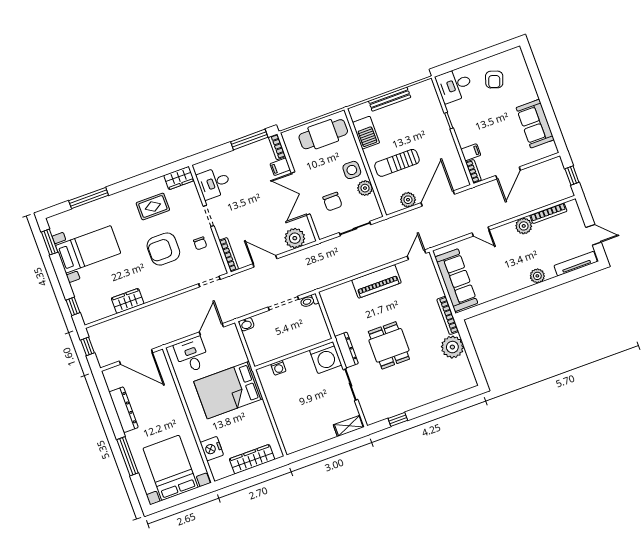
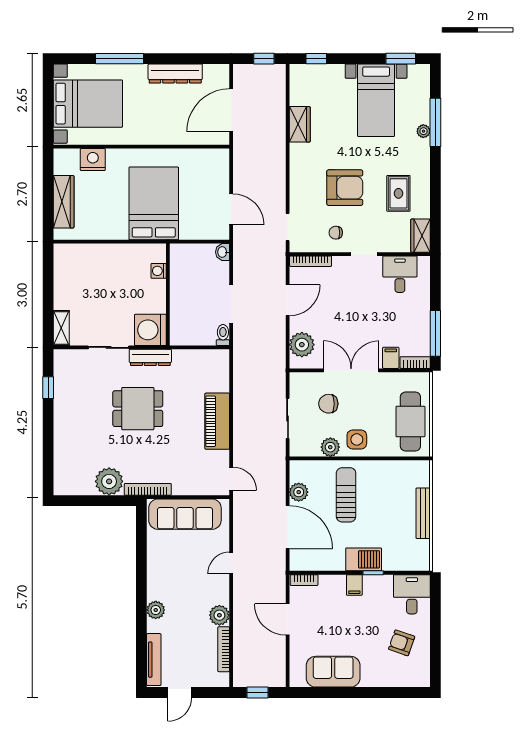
barbecue: (366, 133) -> (364, 559), moved, turned 180
filing cabinet: (471, 152) -> (354, 585), moved
plant: (99, 205) -> (423, 131), added
armchair: (163, 249) -> (345, 188), turned 90
desk: (192, 355) -> (210, 176), removed

